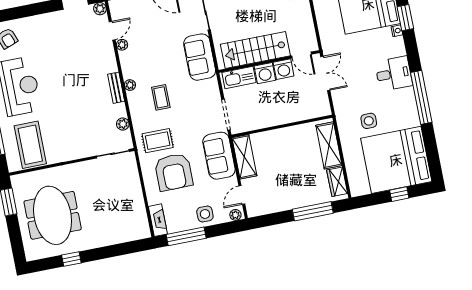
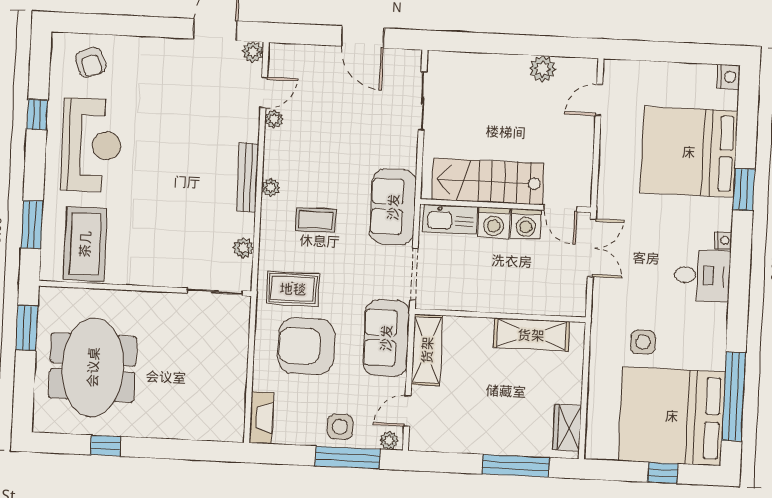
nightstand: (397, 31) -> (723, 240), moved
sofa: (200, 57) -> (393, 207), moved
bench: (116, 88) -> (248, 177), width x1.36
coffee table: (161, 97) -> (316, 220), turned 90
window: (421, 97) -> (734, 397), moved
shelving: (329, 145) -> (531, 335), moved, turned 90
armchair: (174, 172) -> (306, 346), turned 90
window: (186, 236) -> (348, 458), moved

